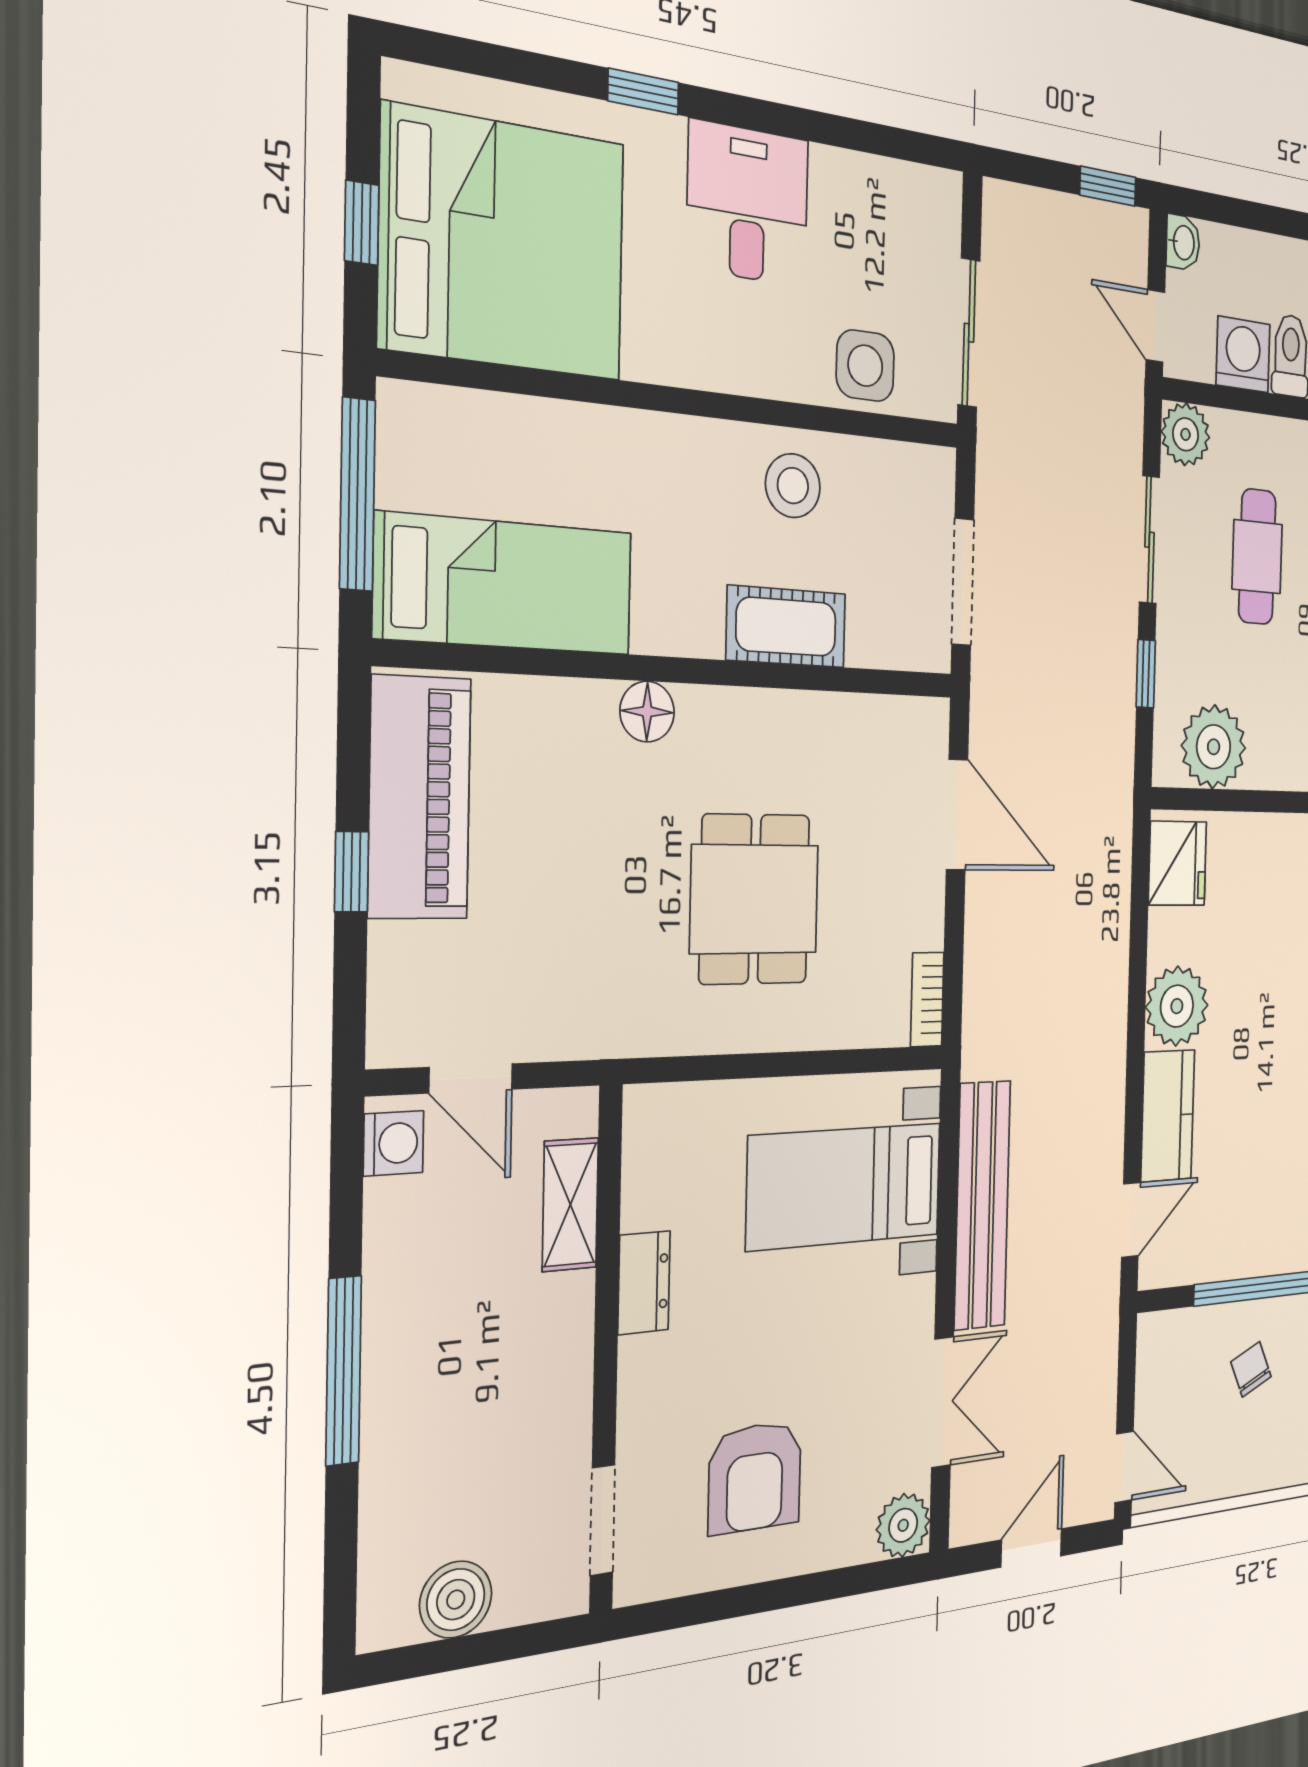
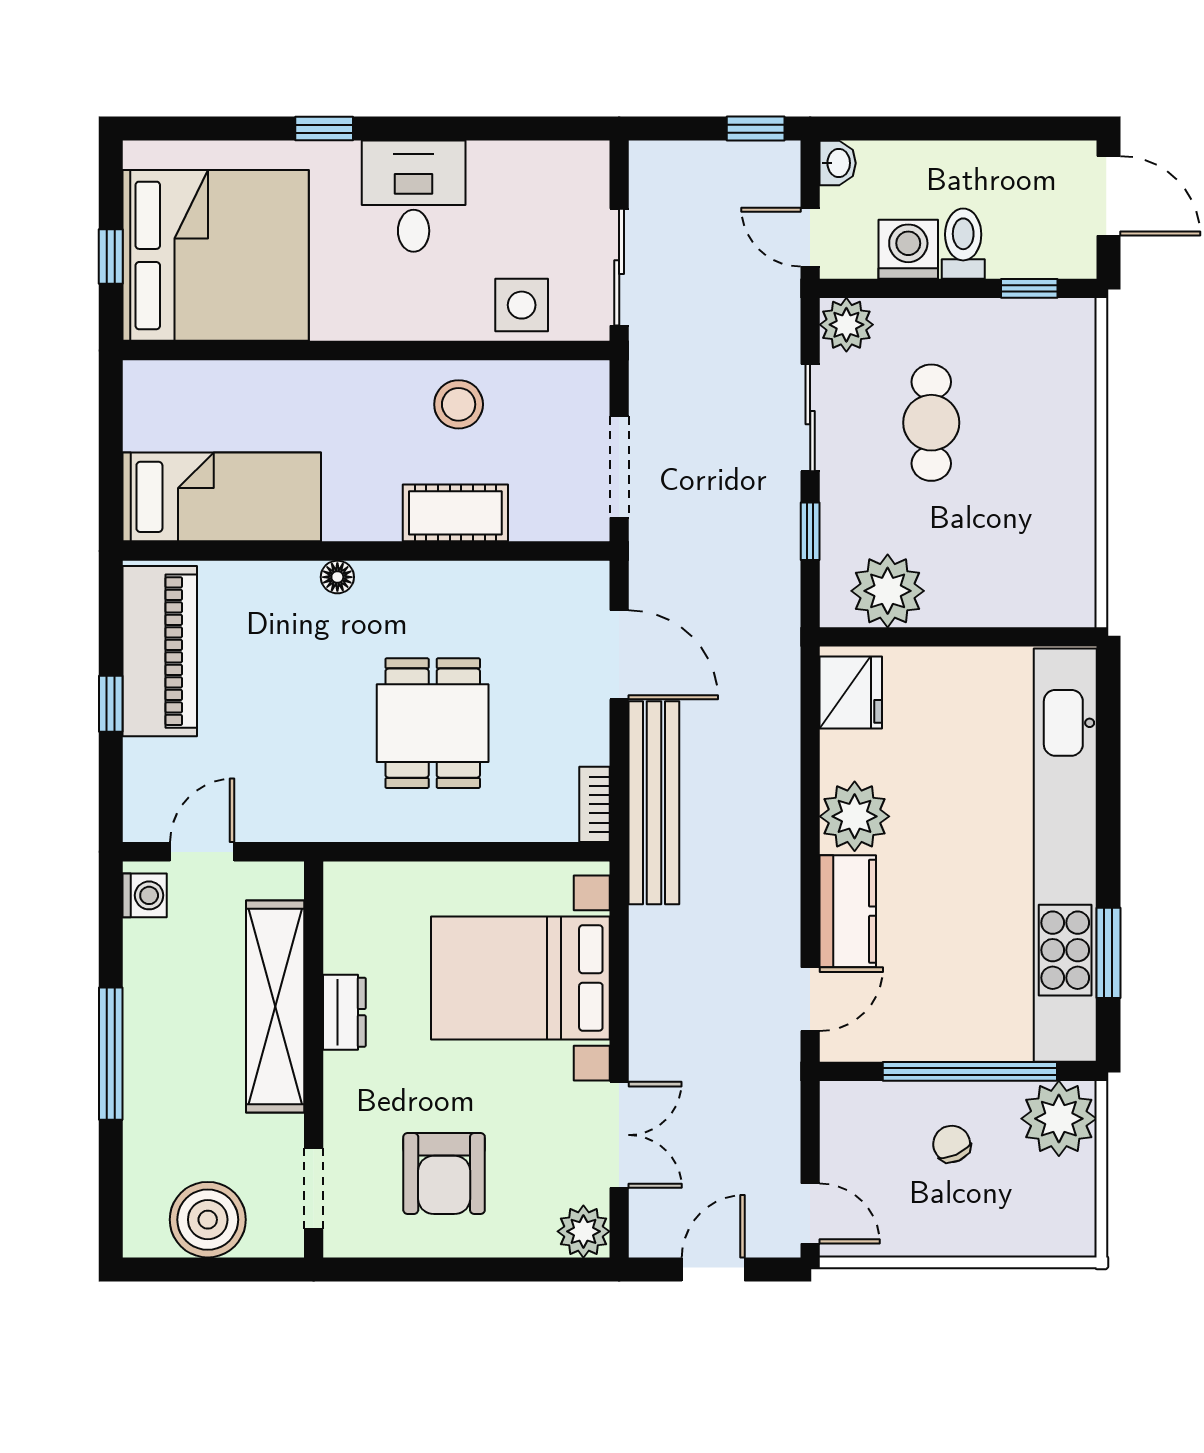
window: (357, 494) -> (111, 443), removed
floor lamp: (647, 712) -> (337, 577), width x0.73, depth x0.73
door: (471, 1078) -> (202, 852), swing flipped
bed with nightstands: (845, 1186) -> (520, 978), width x1.36
shelving: (570, 1205) -> (275, 1007), width x2.20, depth x1.33
bench: (982, 1205) -> (654, 803), moved
boiler: (456, 1600) -> (208, 1220), width x1.37, depth x1.37

